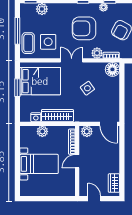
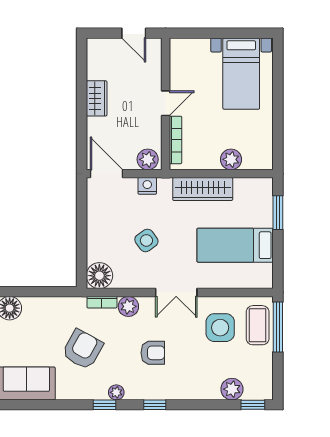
armchair: (84, 28) -> (153, 353), width x0.53, depth x0.53
window: (17, 31) -> (278, 327), moved
bed: (40, 81) -> (235, 245), width x0.67
window: (17, 88) -> (278, 213), moved
nightstand: (36, 117) -> (147, 186), moved
bed with nightstands: (39, 164) -> (241, 74), moved, turned -90
wardrobe: (114, 183) -> (97, 98), moved

